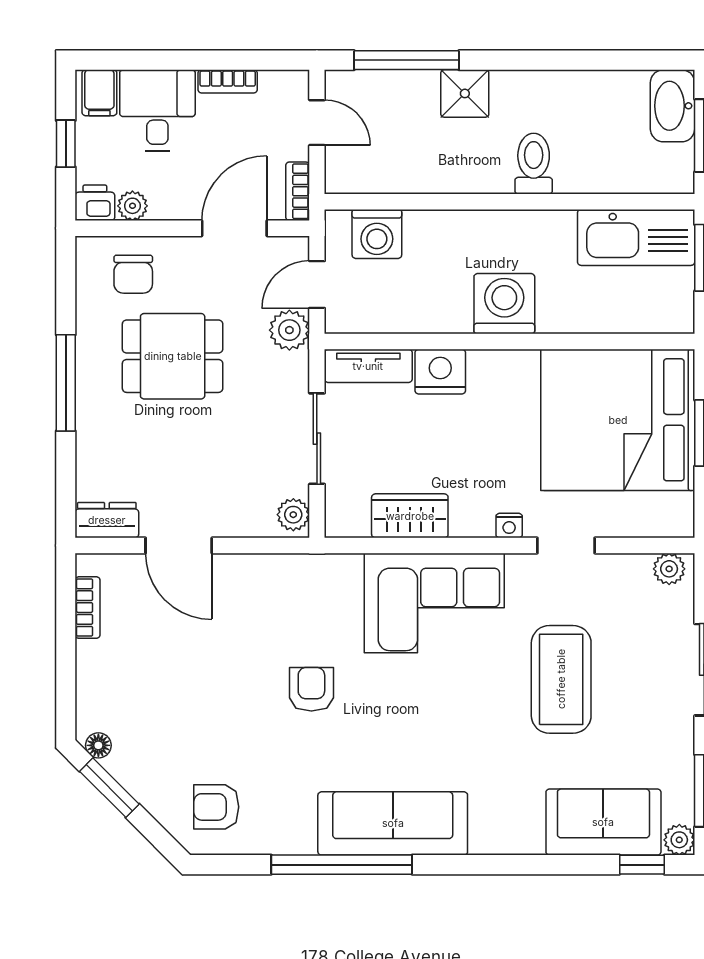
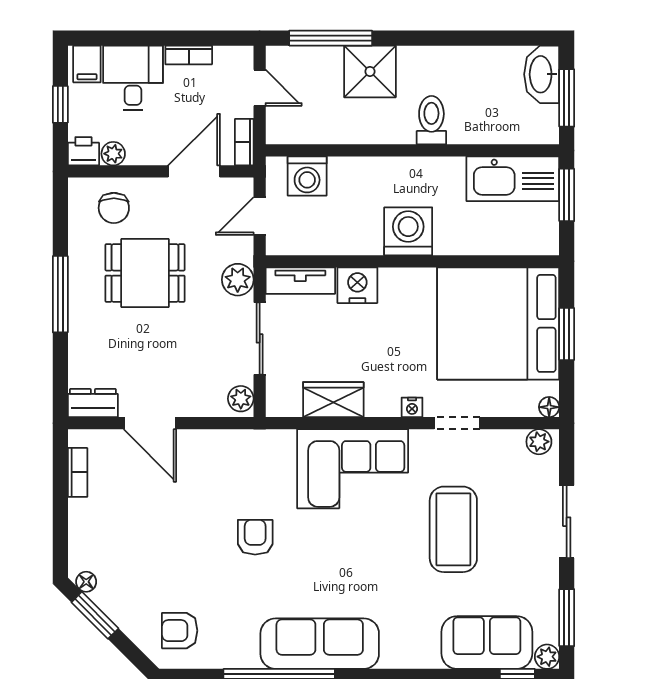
shower: (465, 93) -> (370, 71), width x1.36, depth x1.36
plant: (289, 330) -> (238, 280), moved
floor lamp: (682, 525) -> (549, 407), added

